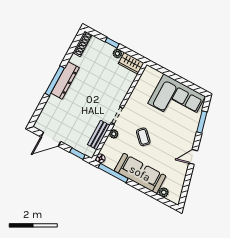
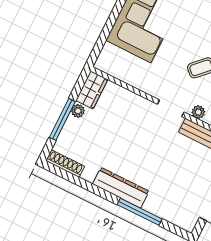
window: (112, 43) -> (62, 119), width x2.17
window: (55, 81) -> (140, 212), moved

